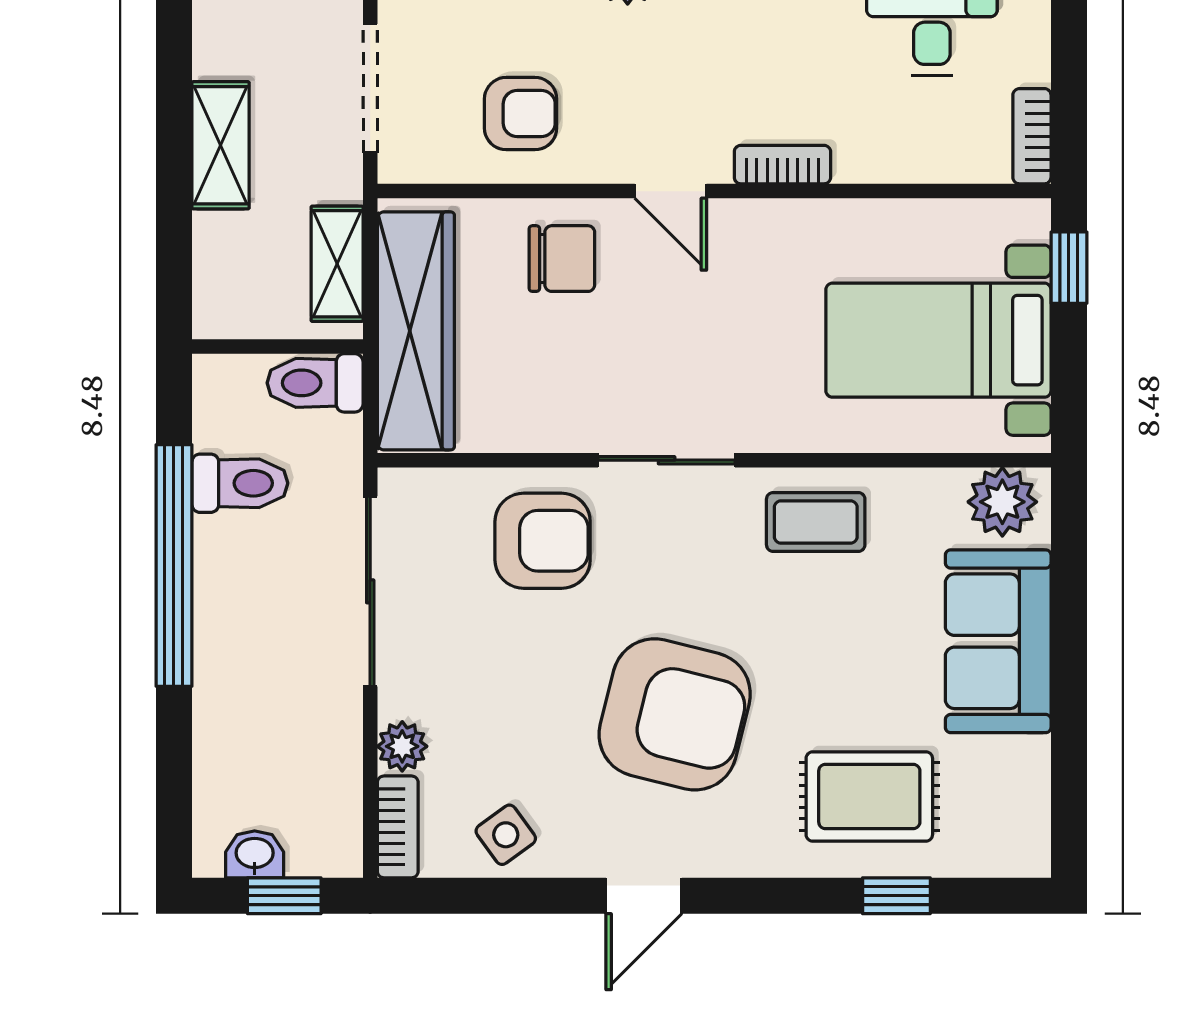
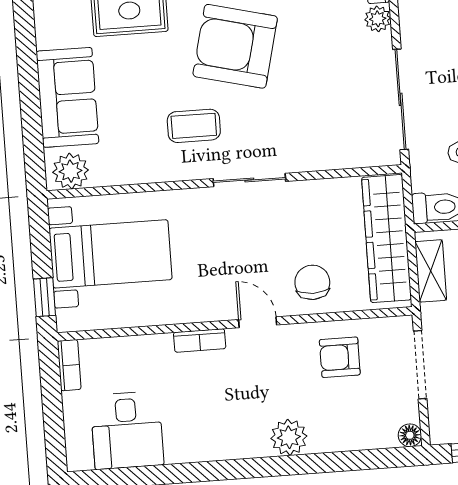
chair: (562, 259) -> (312, 282), turned 90
coffee table: (816, 522) -> (194, 126), moved
armchair: (543, 541) -> (312, 133), removed

